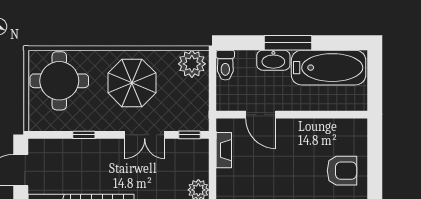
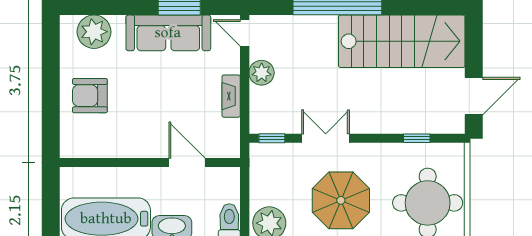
window: (84, 135) -> (417, 138), moved
fireplace: (224, 150) -> (231, 96), moved

